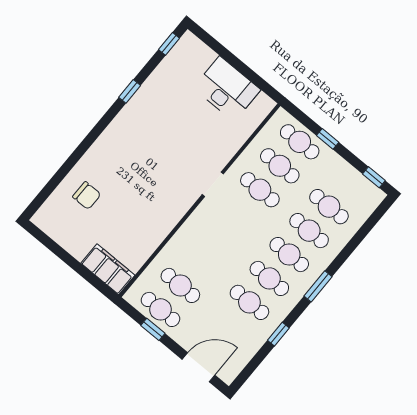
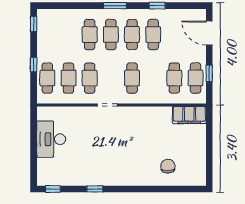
cafe table: (329, 207) -> (132, 78), moved
filing cabinet: (108, 269) -> (189, 115), moved, turned -90

